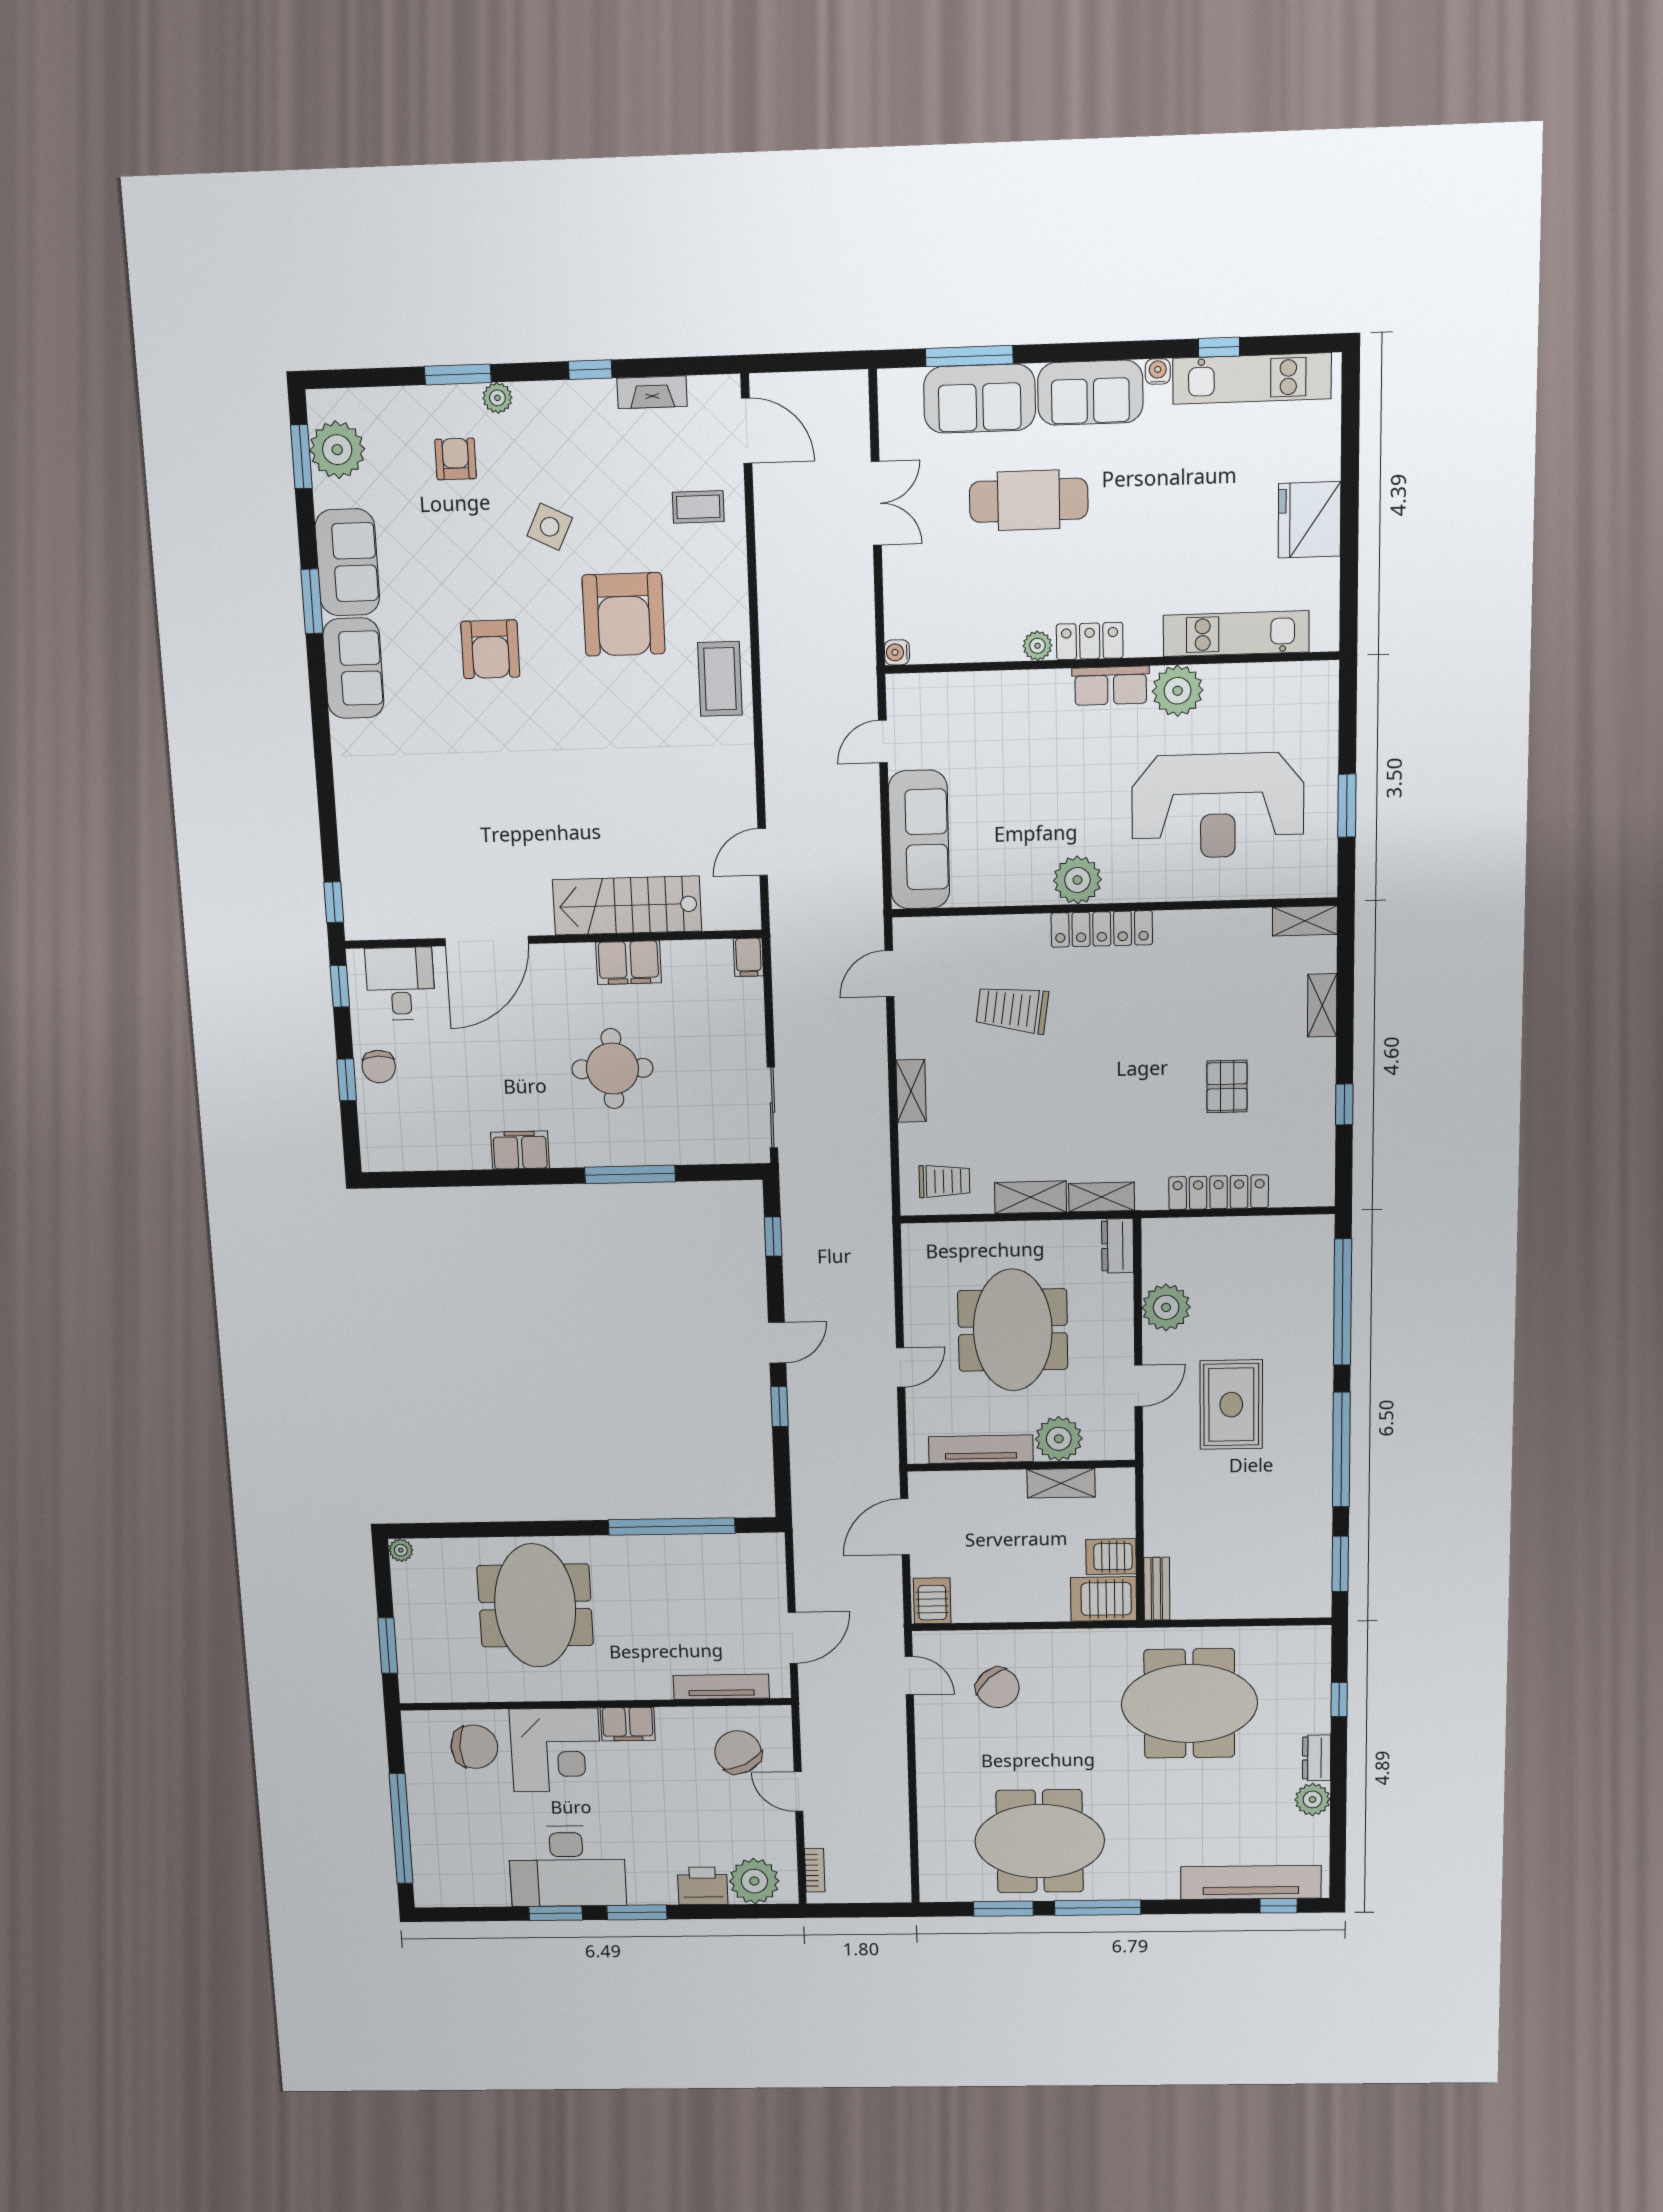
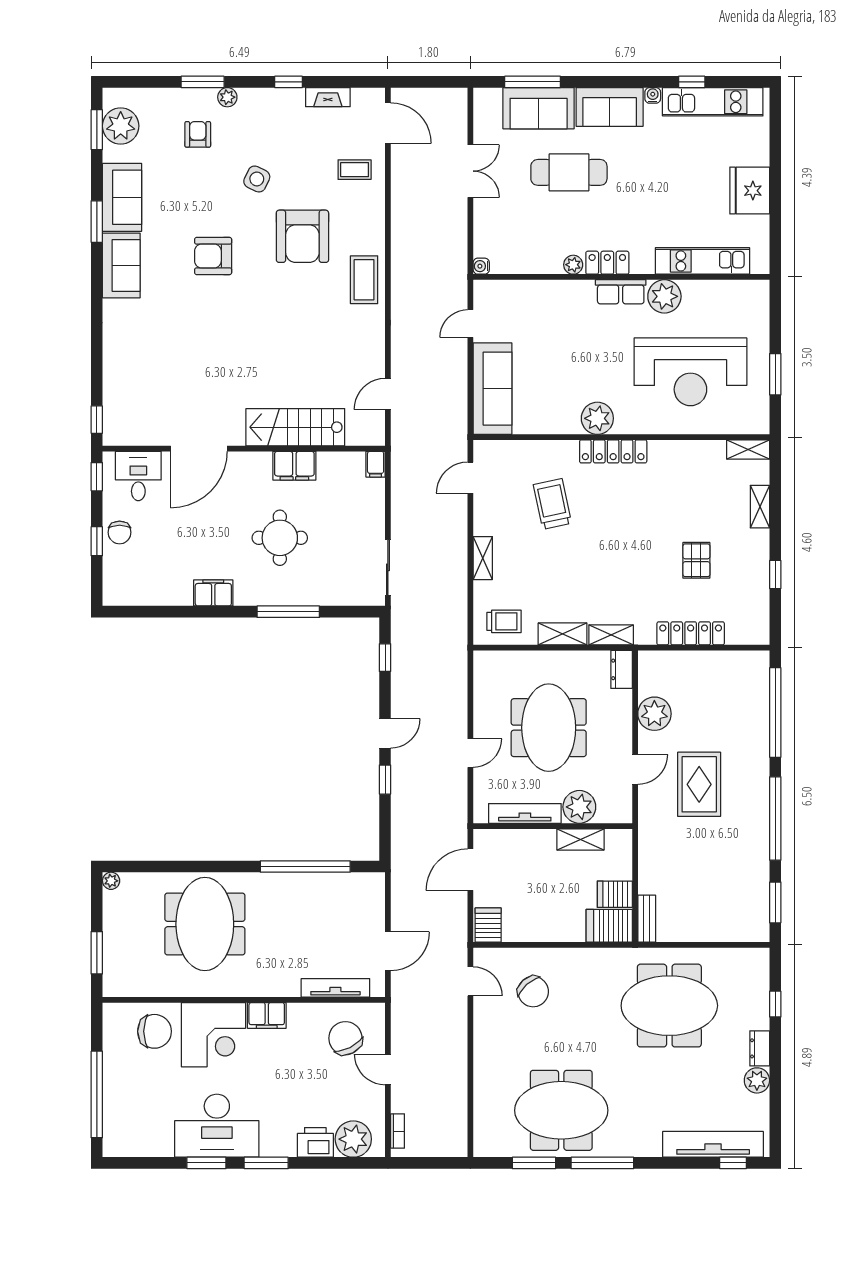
armchair: (490, 649) -> (213, 256), turned 90
trolley: (1012, 1009) -> (552, 504), turned 70

